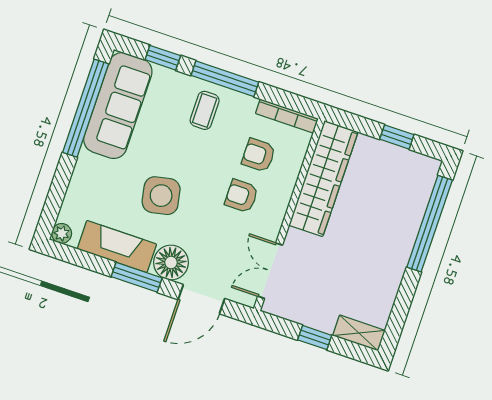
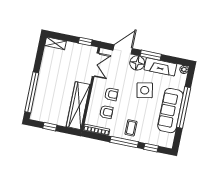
sofa: (118, 106) -> (170, 111), moved
window: (86, 108) -> (184, 107), moved
window: (315, 338) -> (85, 42), moved

